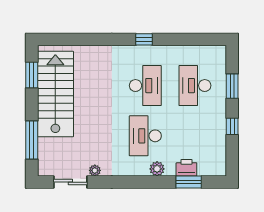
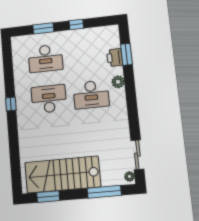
plant: (95, 170) -> (129, 176), moved

